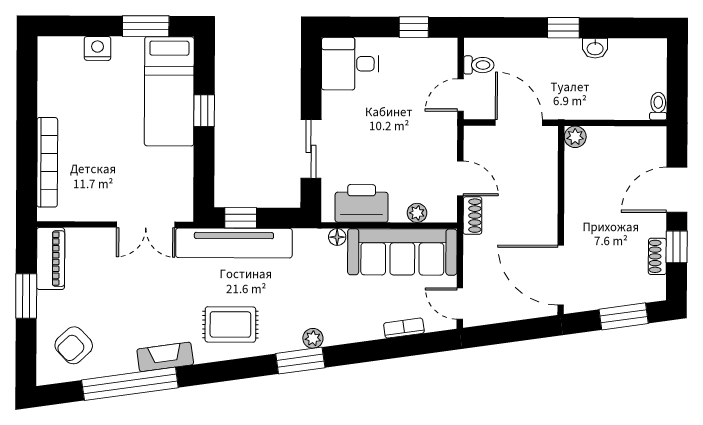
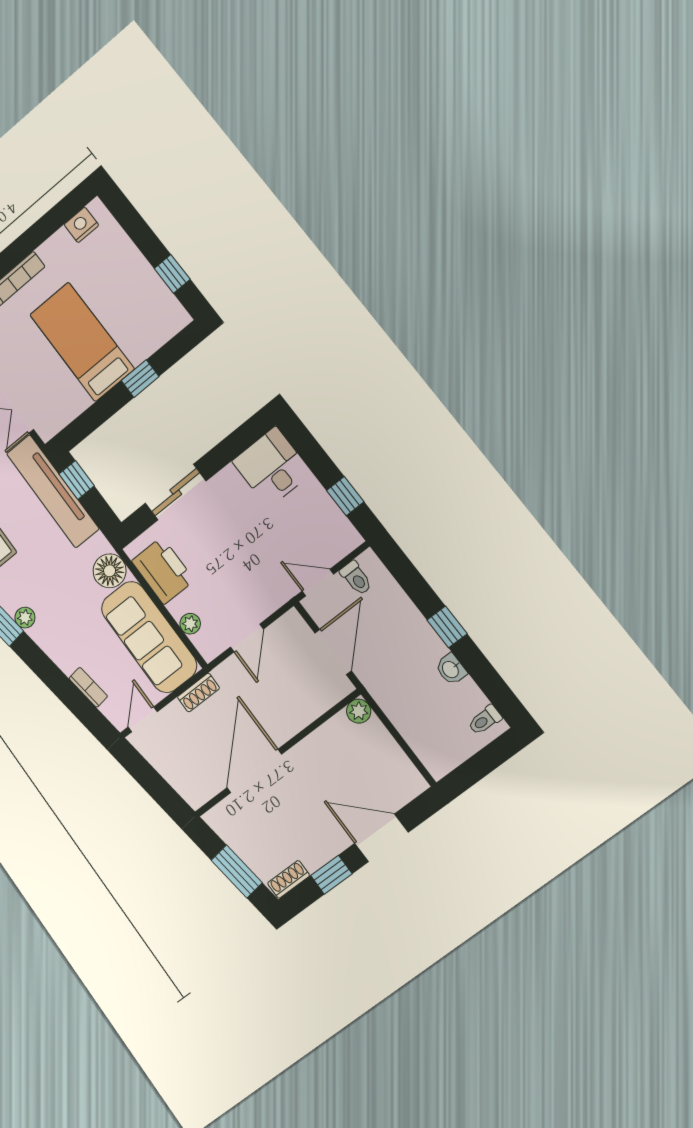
window: (146, 26) -> (172, 274), width x0.67
nightstand: (98, 48) -> (81, 225), moved, turned -90
bed: (169, 91) -> (82, 342), moved, turned 90
toilet: (658, 106) -> (485, 720), moved, turned 180
shoe rack: (472, 216) -> (198, 693), moved
floor lamp: (337, 237) -> (110, 571), width x1.89, depth x1.89
shoe rack: (657, 256) -> (289, 879), moved
door: (561, 275) -> (254, 771), moved

